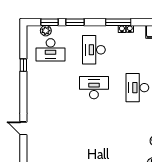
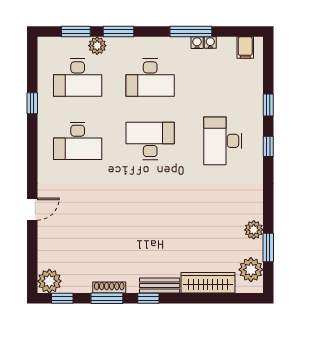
plant: (46, 31) -> (97, 46), moved
desk: (94, 50) -> (150, 78), turned -90
desk: (51, 88) -> (78, 141), added
door: (23, 128) -> (32, 209), swing flipped

